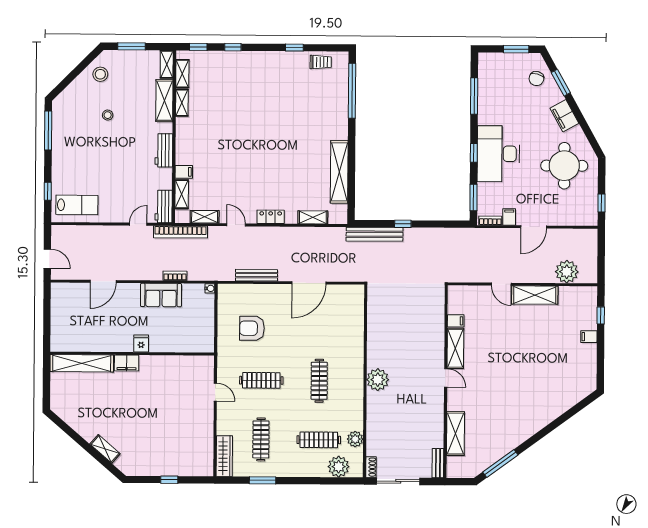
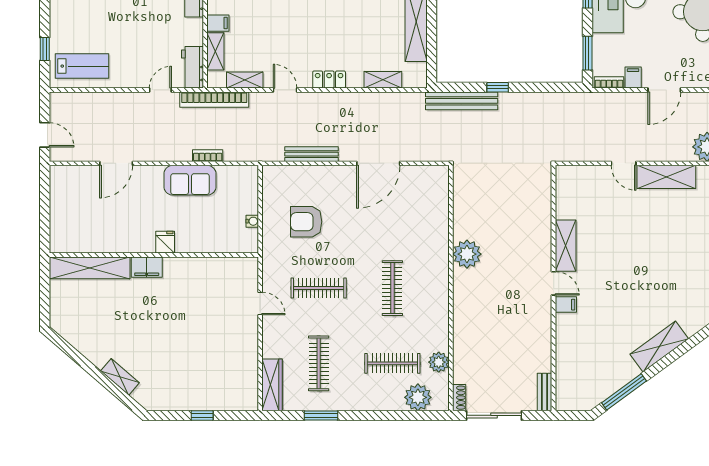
water cooler: (210, 288) -> (252, 221), moved
filing cabinet: (456, 321) -> (566, 305), moved
plant: (378, 380) -> (467, 254), moved
shelving: (456, 434) -> (659, 347), moved, turned 54

